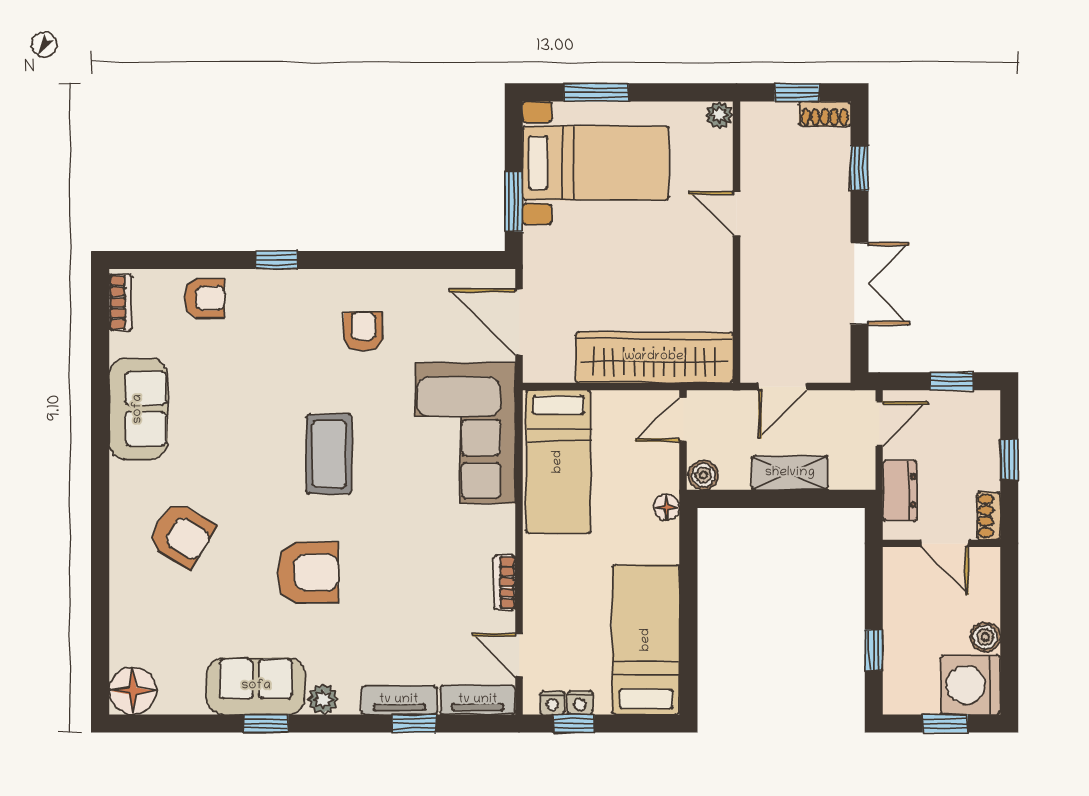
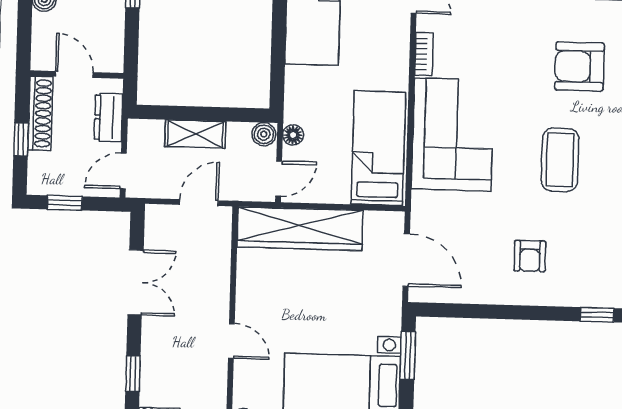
double door: (860, 284) -> (136, 282), swing flipped
corner sofa: (465, 433) -> (453, 134), moved
floor lamp: (666, 507) -> (293, 135), moved
shoe rack: (989, 516) -> (40, 113), width x1.94, depth x1.24

